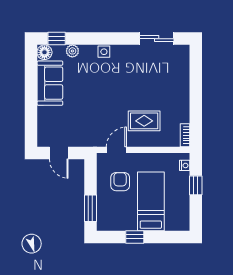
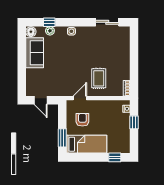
window: (57, 39) -> (49, 22), moved
rug: (144, 121) -> (99, 78), turned 90
bed: (151, 201) -> (86, 144), moved, turned 90
window: (135, 237) -> (115, 157), moved

